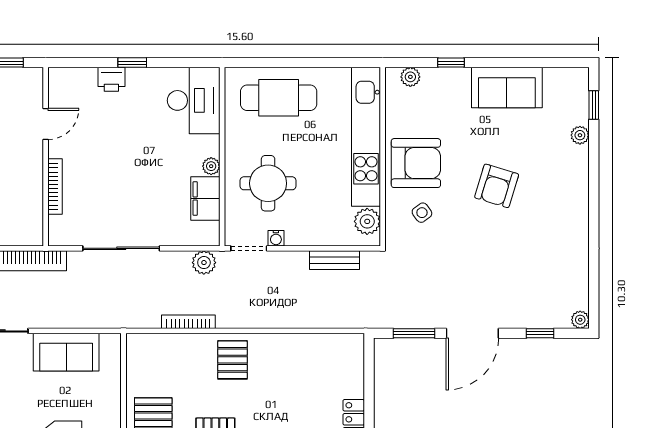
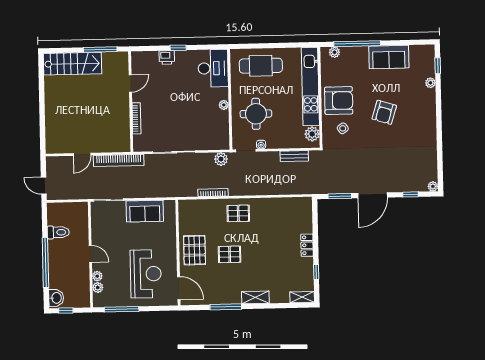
window: (451, 63) -> (357, 44), width x3.17
filing cabinet: (205, 198) -> (221, 123), removed
pallet: (233, 360) -> (238, 213), turned 90

